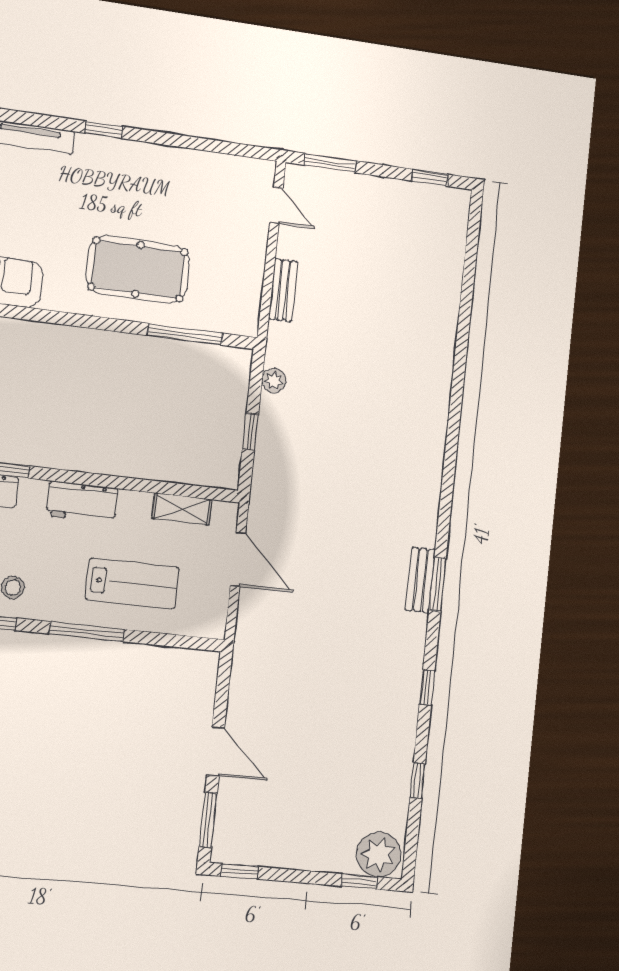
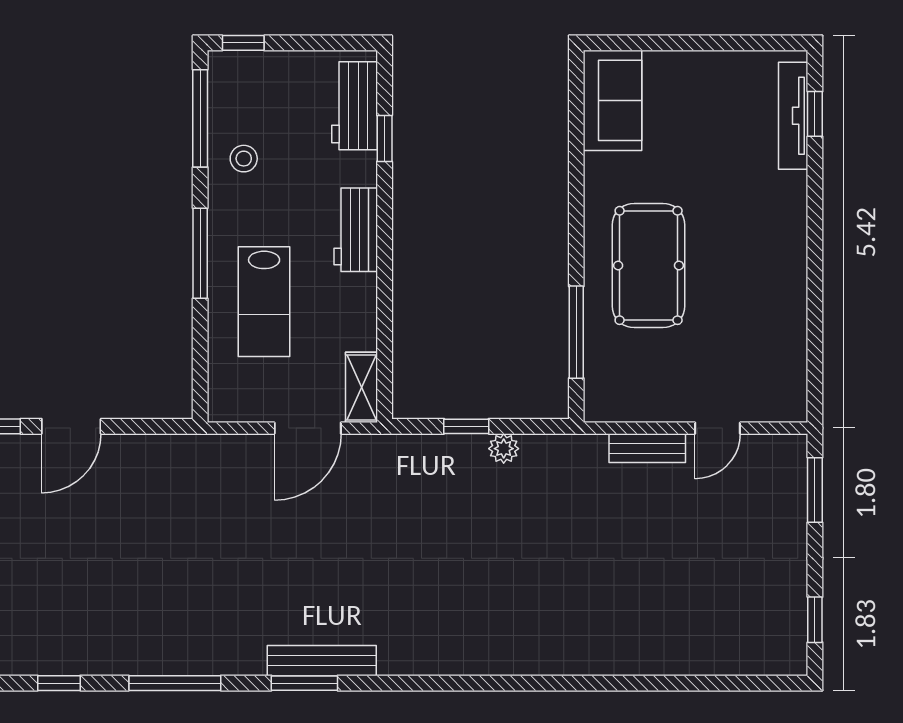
window: (104, 130) -> (815, 114), moved
door: (276, 205) -> (718, 428), moved
plant: (274, 381) -> (504, 449), moved
shelving: (182, 509) -> (361, 387), moved
bench: (420, 580) -> (322, 661), width x1.36
window: (427, 688) -> (175, 683), width x2.17

